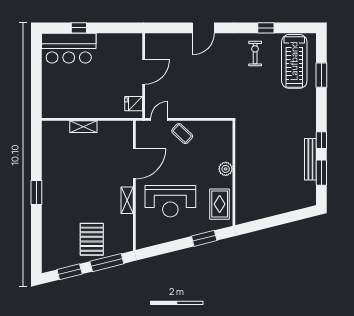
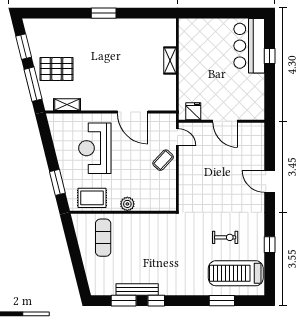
exercise bike: (255, 54) -> (225, 237), moved
exercise mat: (259, 193) -> (103, 238), added
shelving: (127, 200) -> (67, 105), moved

